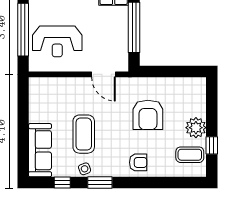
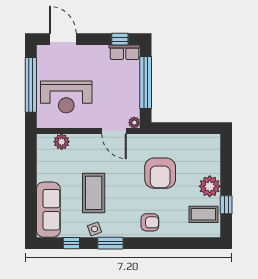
plant: (123, 66) -> (134, 123), added
plant: (53, 85) -> (62, 142), added

